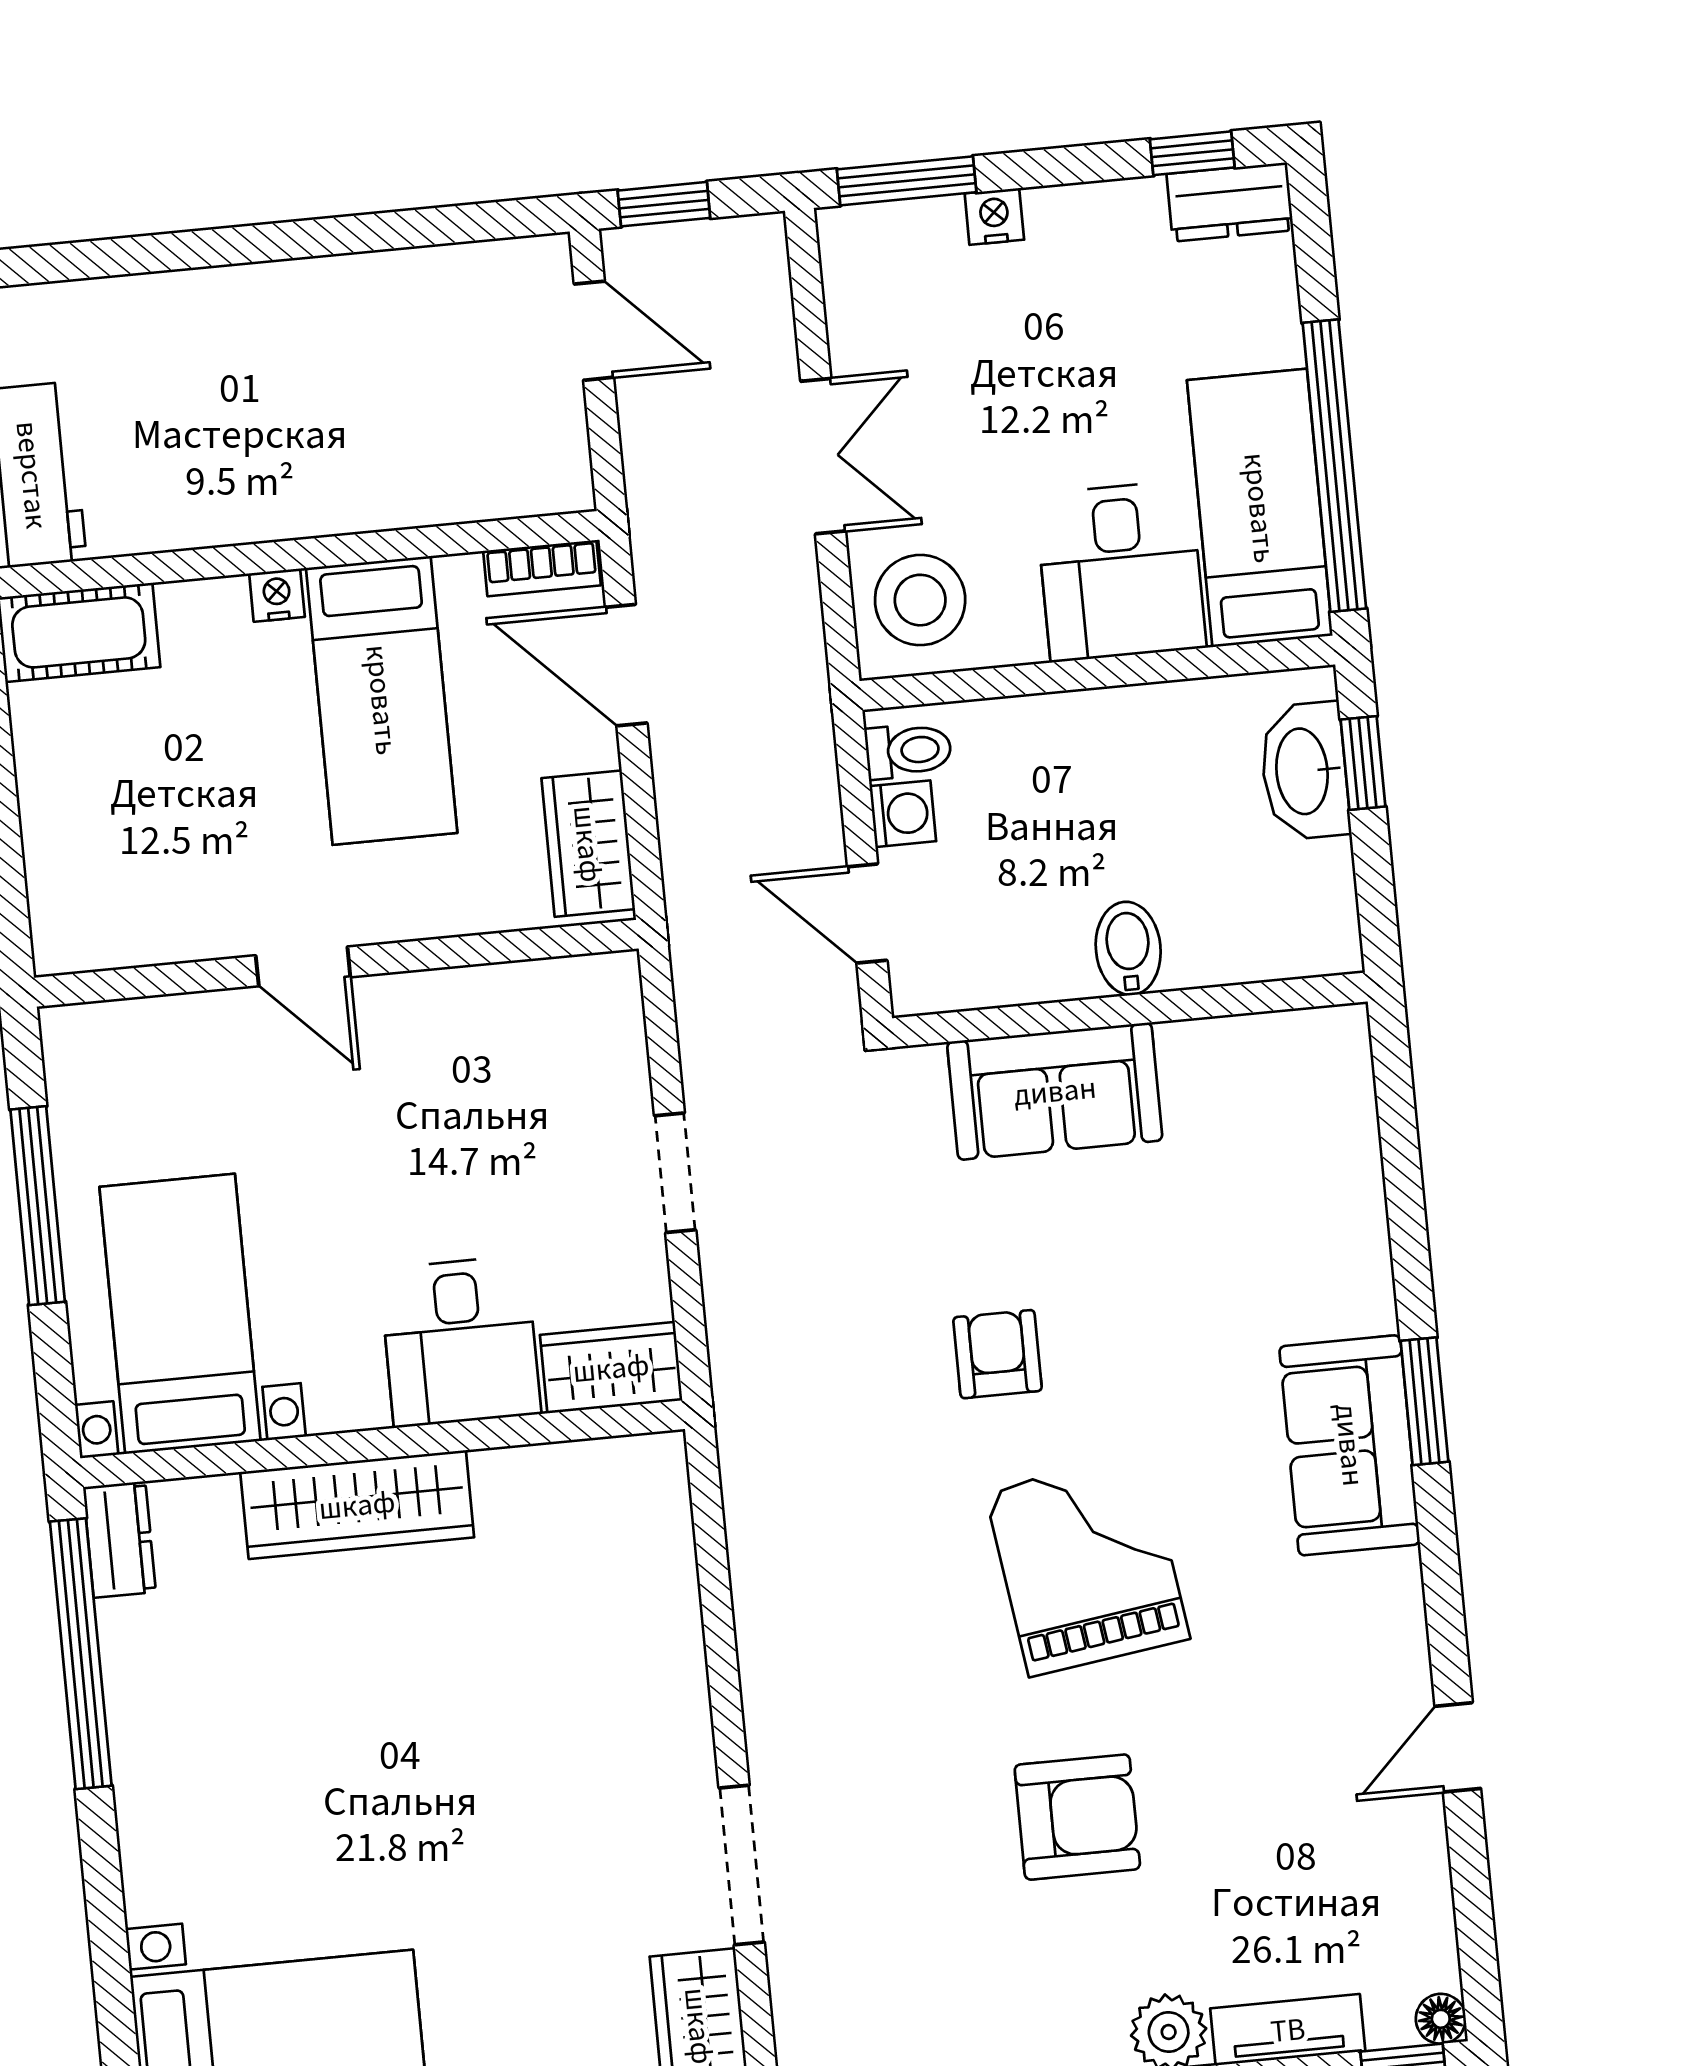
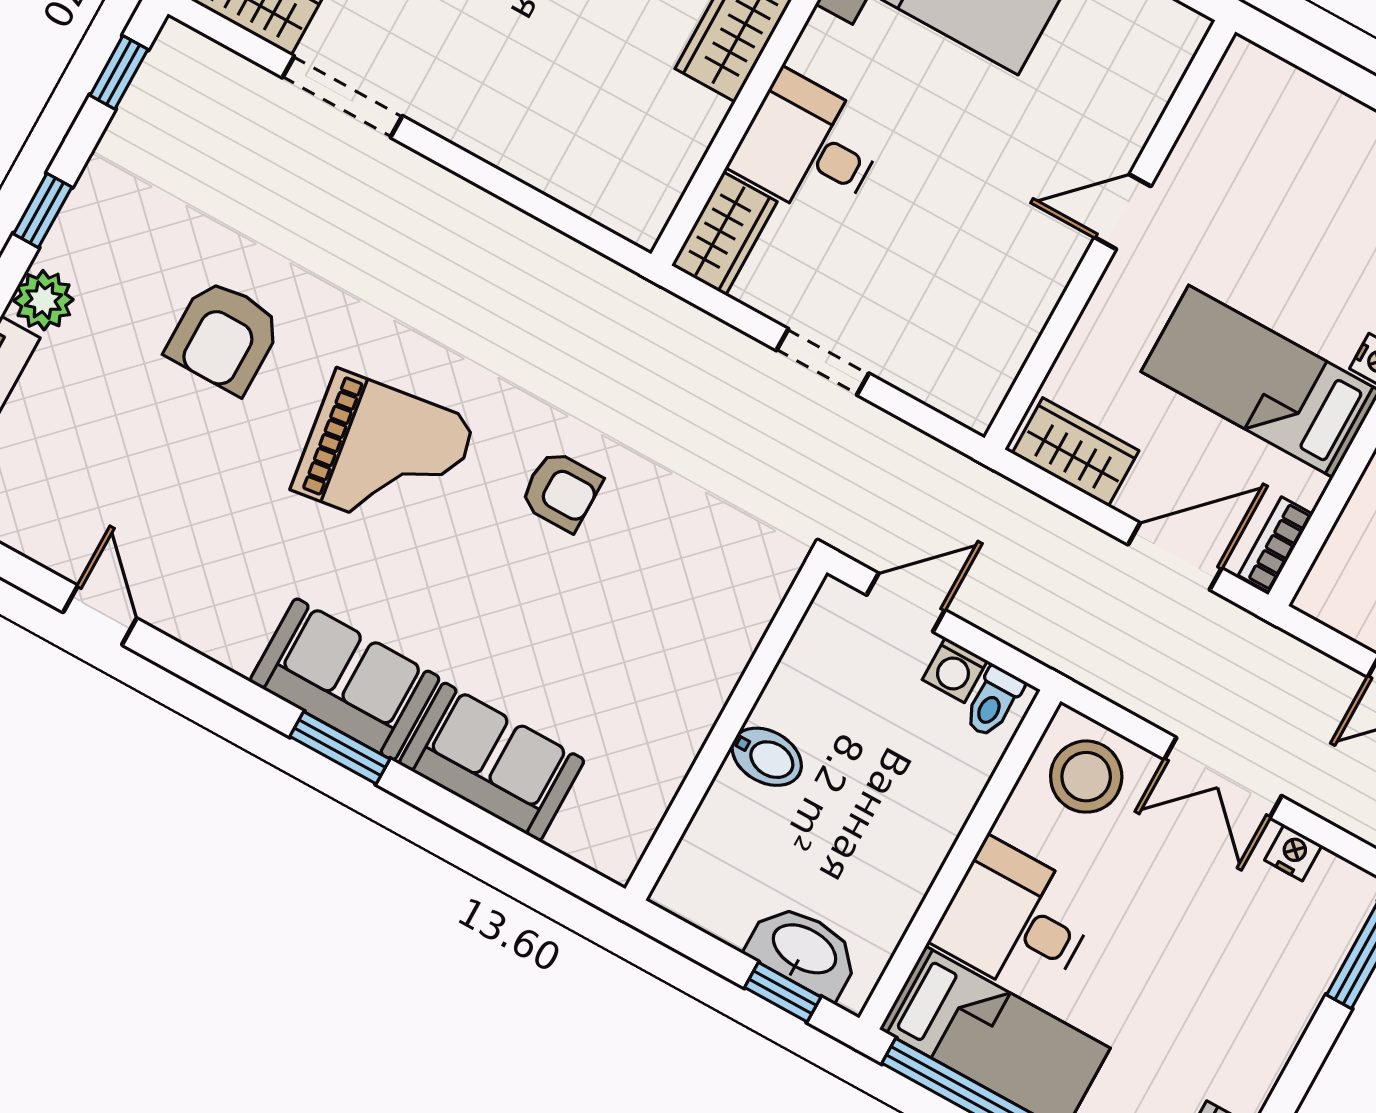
nightstand: (994, 217) -> (1293, 853), moved, turned -90
sofa: (1055, 1091) -> (492, 762), moved, turned 90

